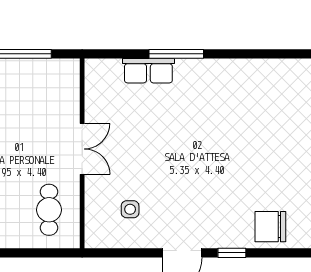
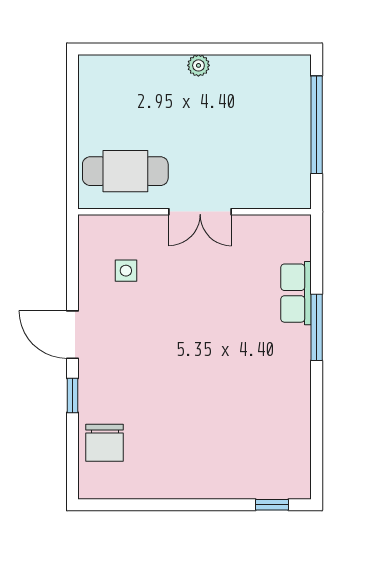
cafe table: (49, 210) -> (125, 171), width x1.37, depth x1.35
chair: (270, 227) -> (105, 443), turned 180

